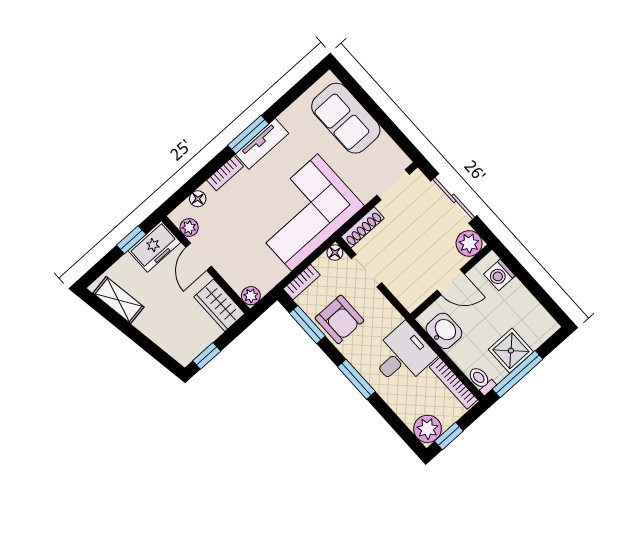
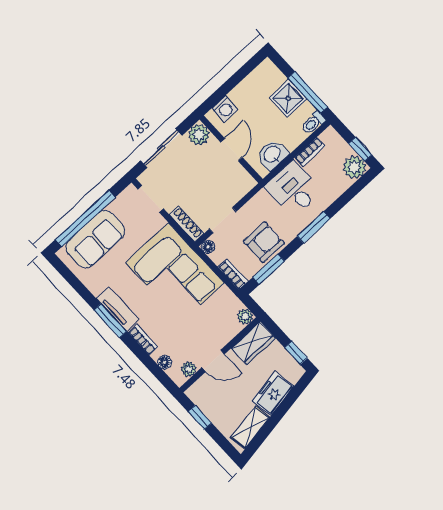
window: (371, 106) -> (85, 218), added
freezer: (154, 247) -> (273, 394), moved, turned -99
bookcase: (453, 383) -> (310, 152), width x0.64

